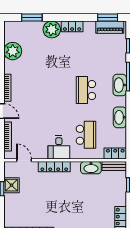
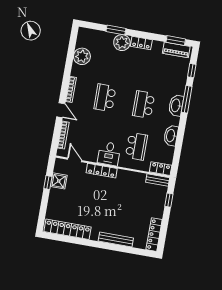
window: (32, 17) -> (116, 30), moved
school desk: (44, 90) -> (105, 98), added
washbasin: (91, 168) -> (136, 178), removed

